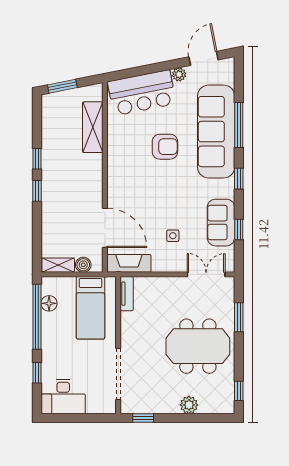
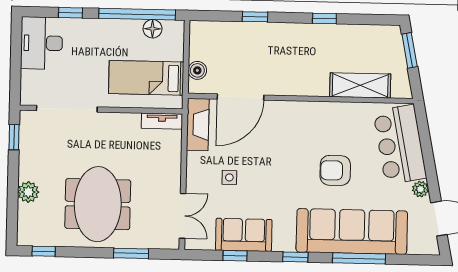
armchair: (165, 147) -> (335, 170), turned 90
window: (37, 191) -> (255, 17), moved
shelving: (58, 265) -> (198, 40), removed

